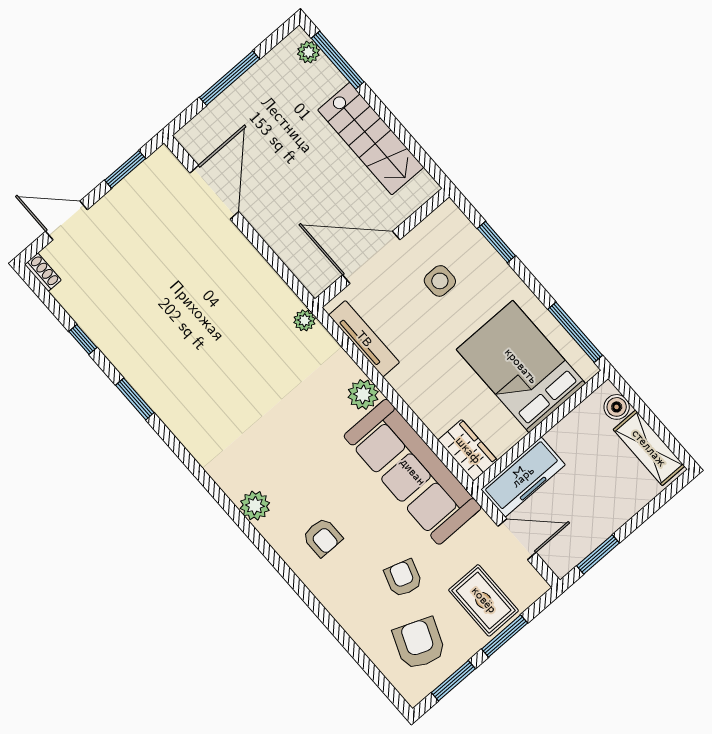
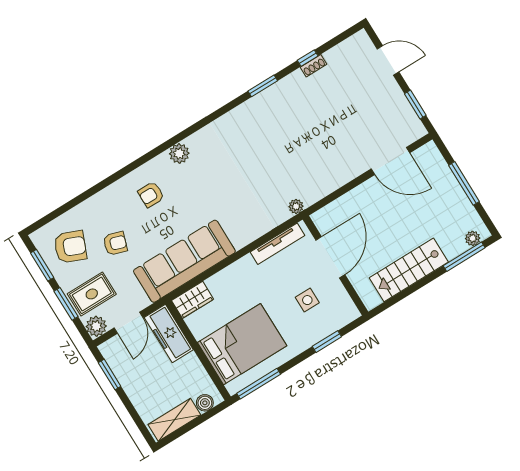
door: (67, 220) -> (388, 60), hinge flipped
shoe rack: (43, 272) -> (314, 66), moved
plant: (363, 394) -> (96, 326), moved

